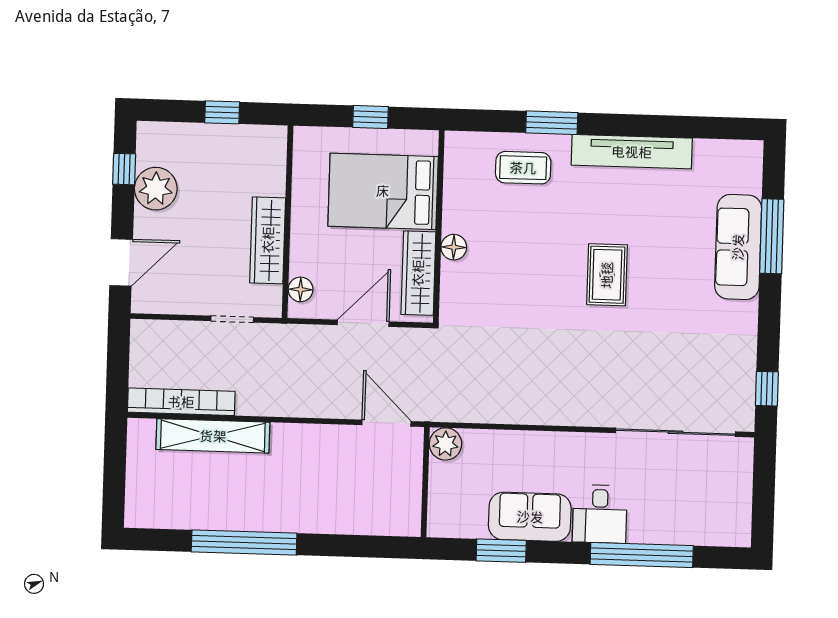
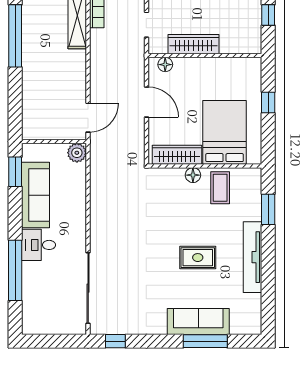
coffee table: (523, 168) -> (220, 188), moved
bed: (383, 191) -> (225, 132), moved
wall: (439, 227) -> (205, 166), moved
floor lamp: (454, 247) -> (193, 175), moved
wardrobe: (418, 273) -> (177, 155), moved
rug: (607, 275) -> (198, 258), moved
sofa: (530, 517) -> (36, 195), width x1.36
window: (501, 551) -> (15, 172), moved

